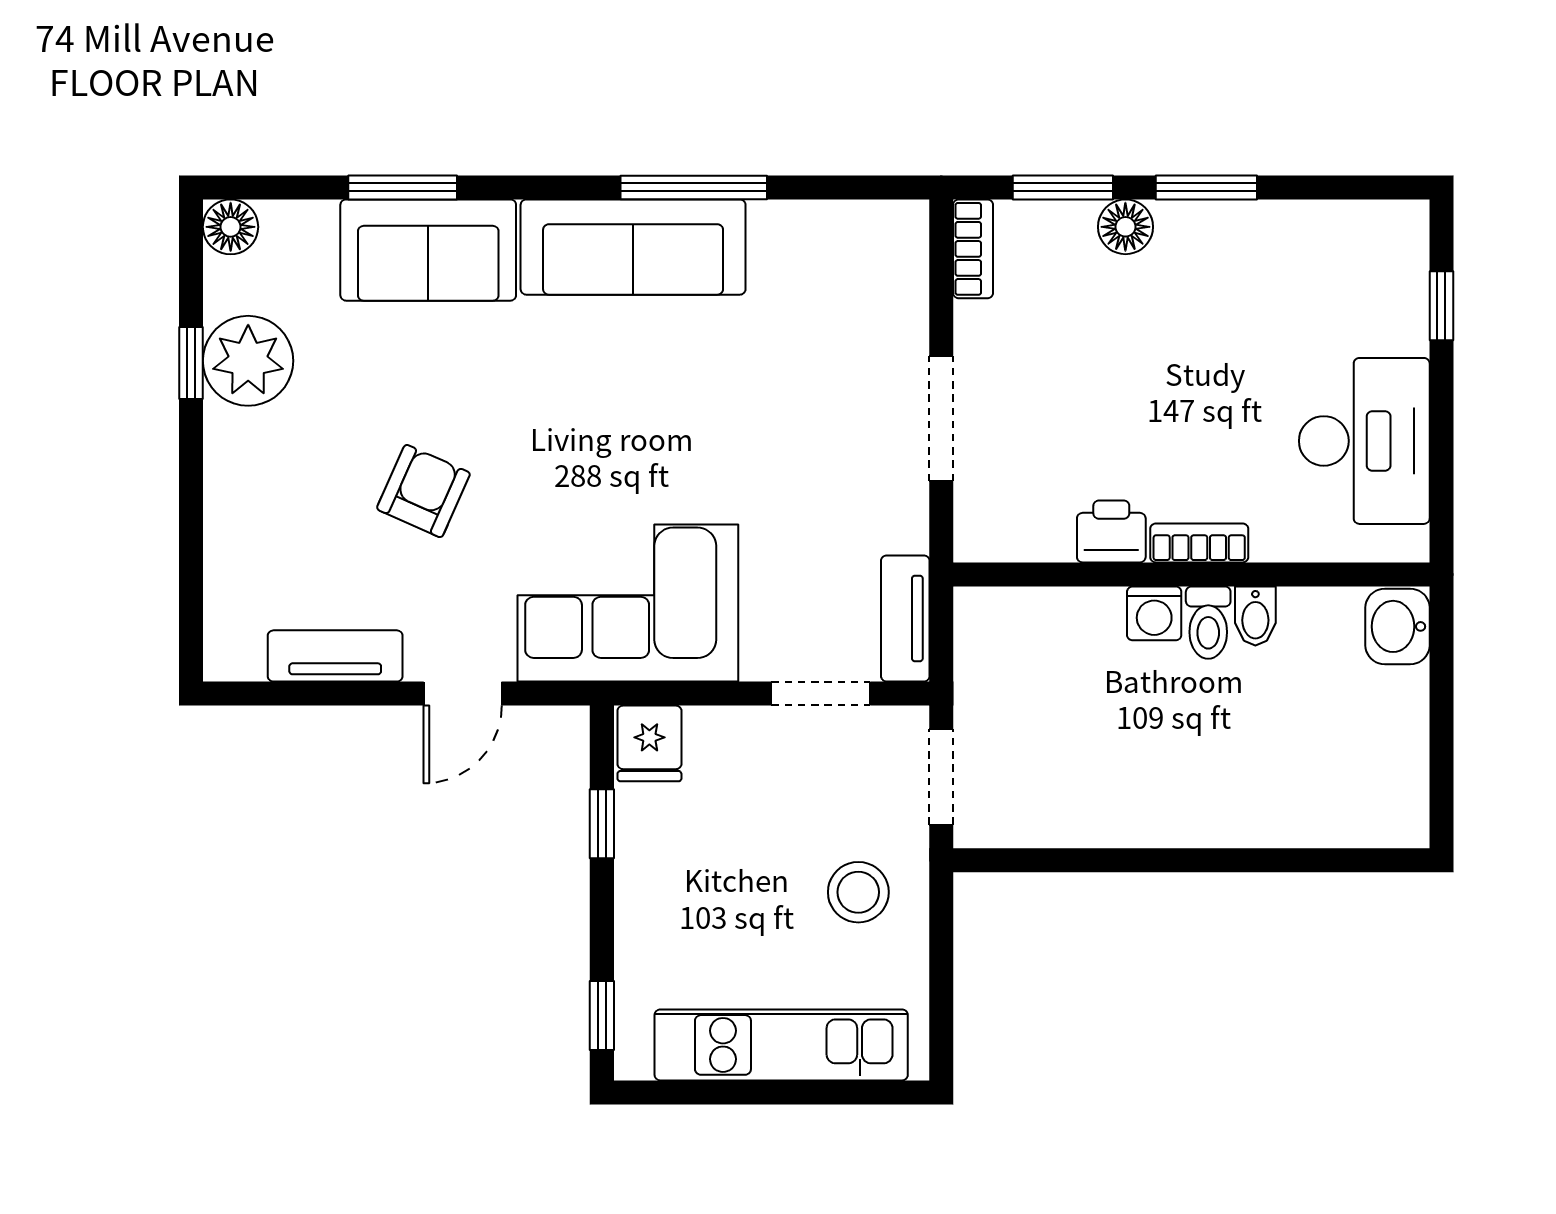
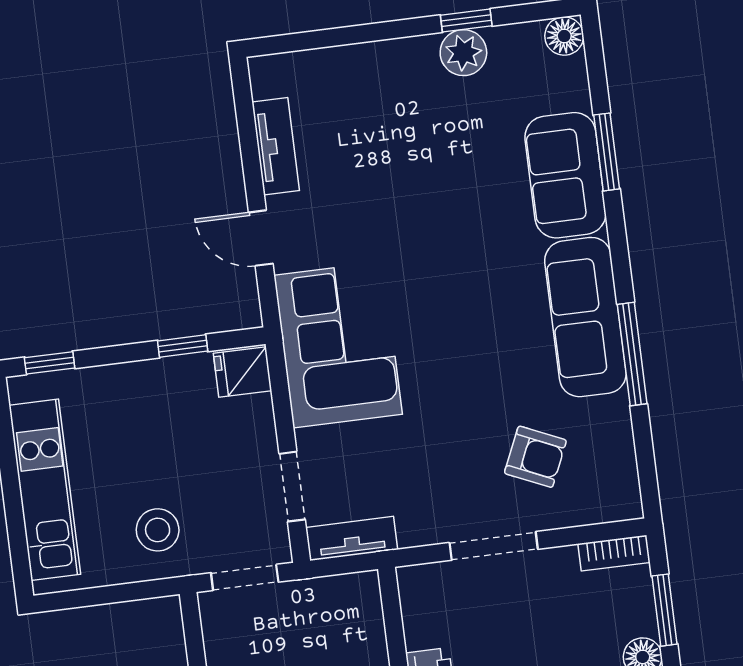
plant: (248, 361) -> (463, 53), width x0.73, depth x0.73
armchair: (423, 491) -> (535, 457), moved

